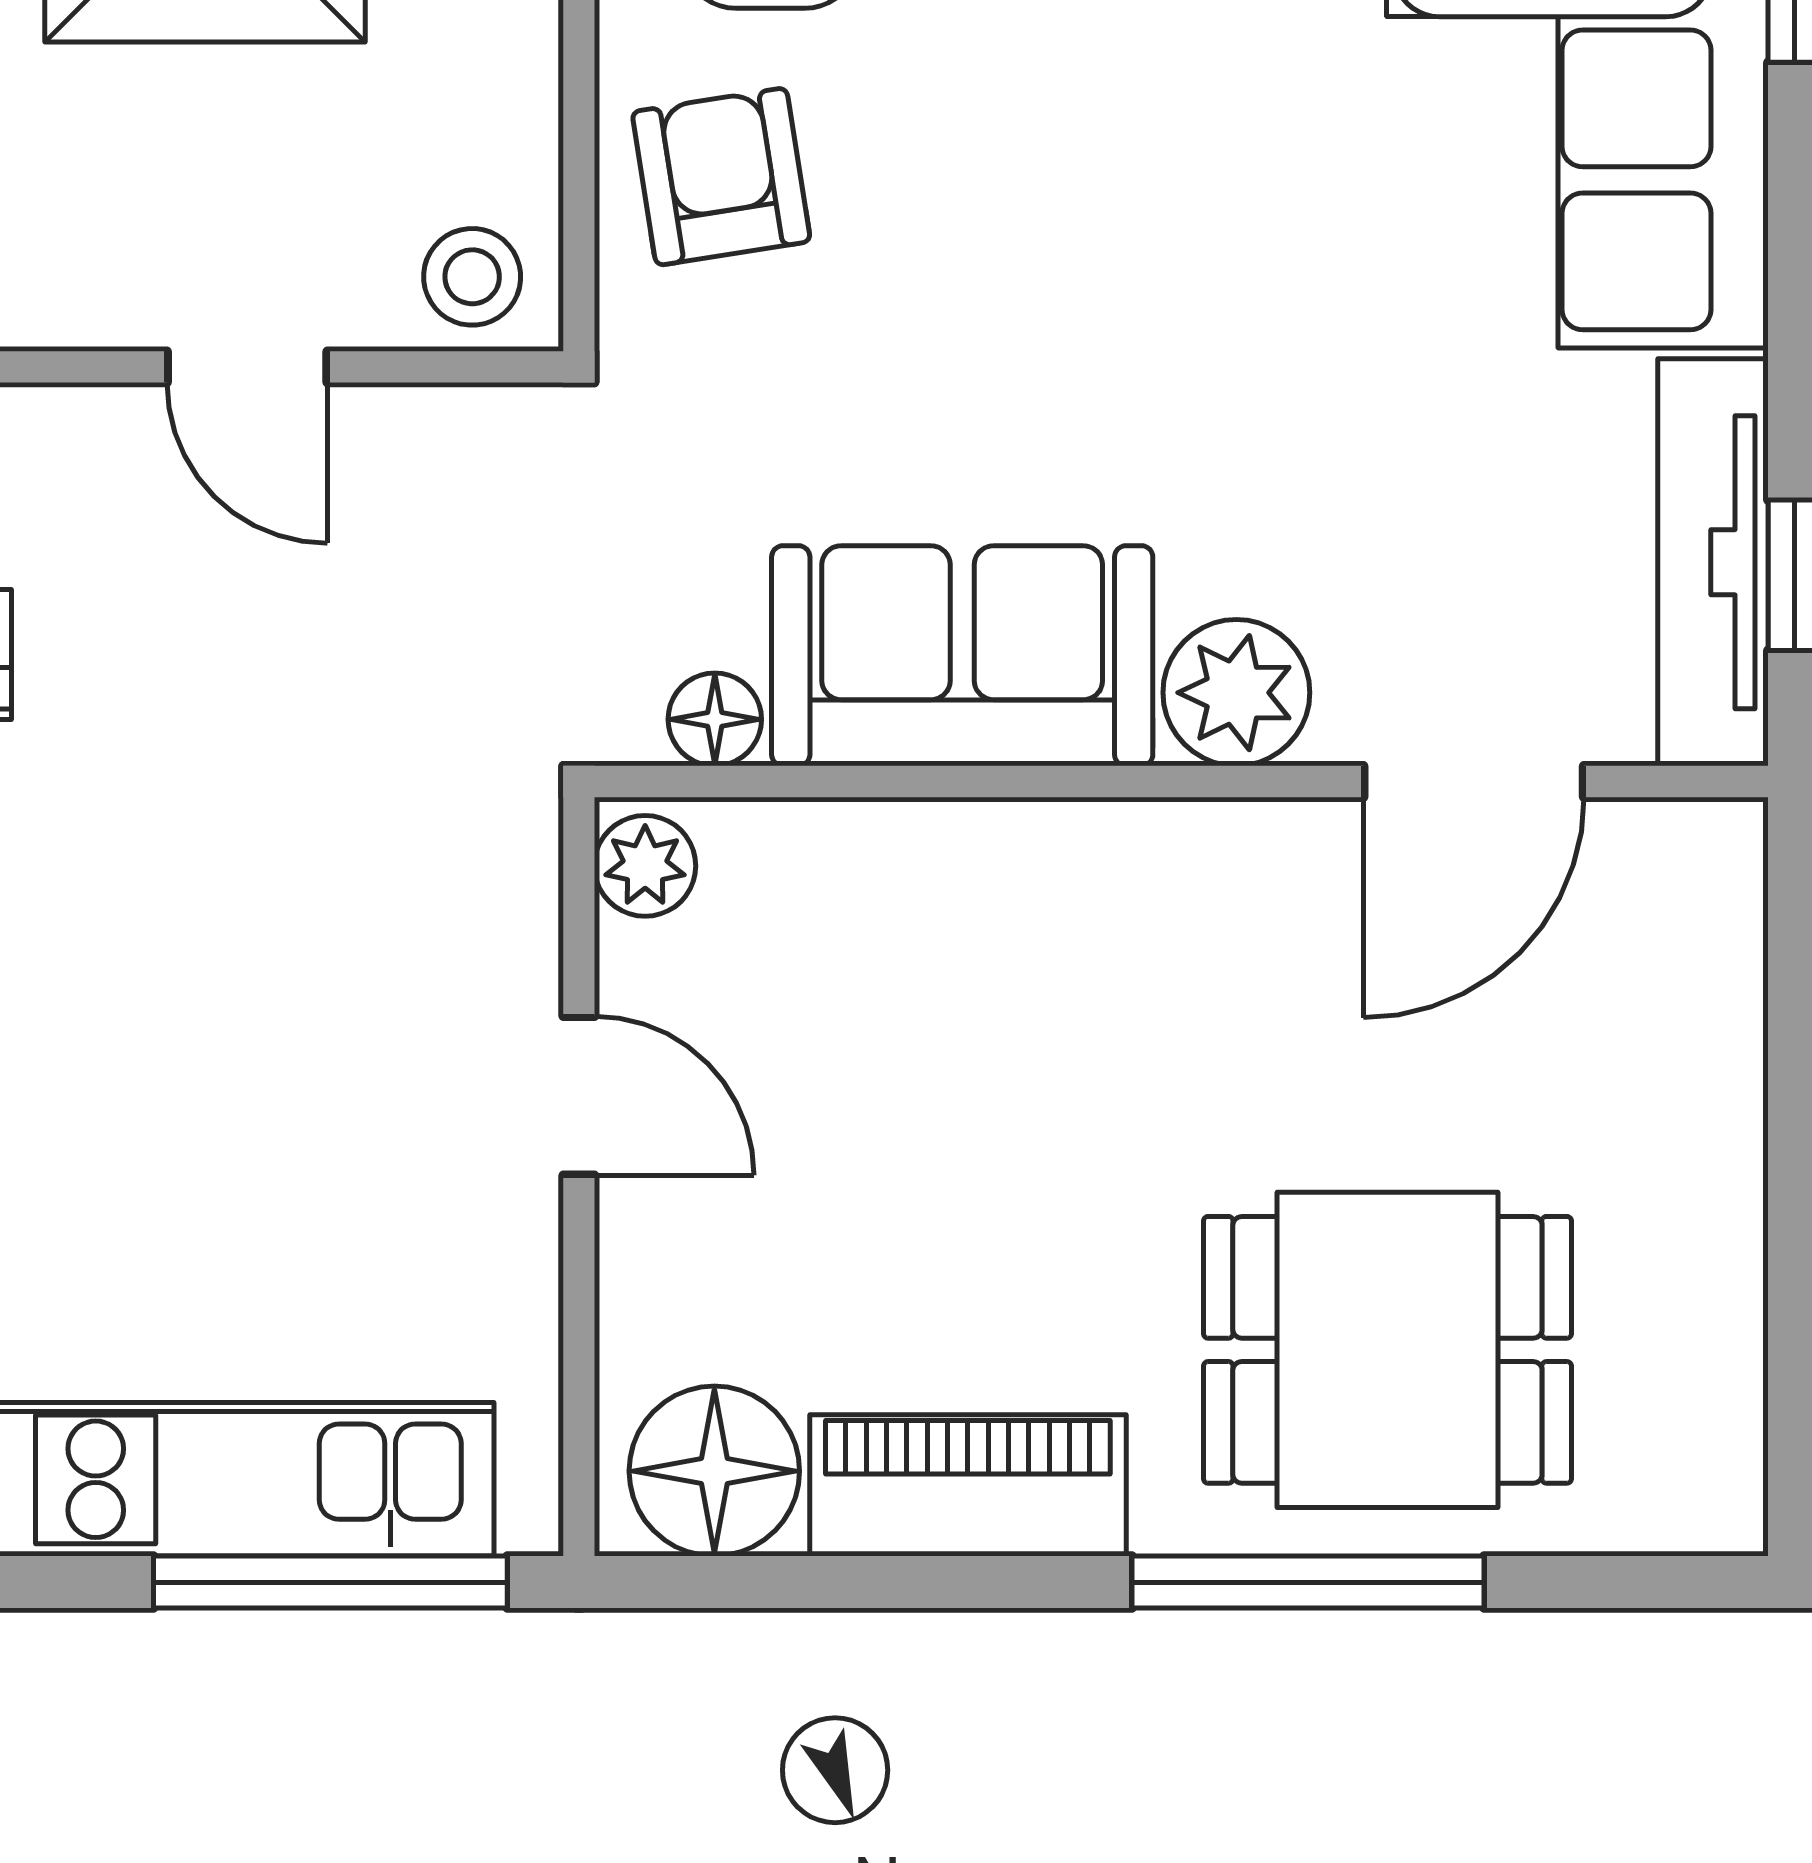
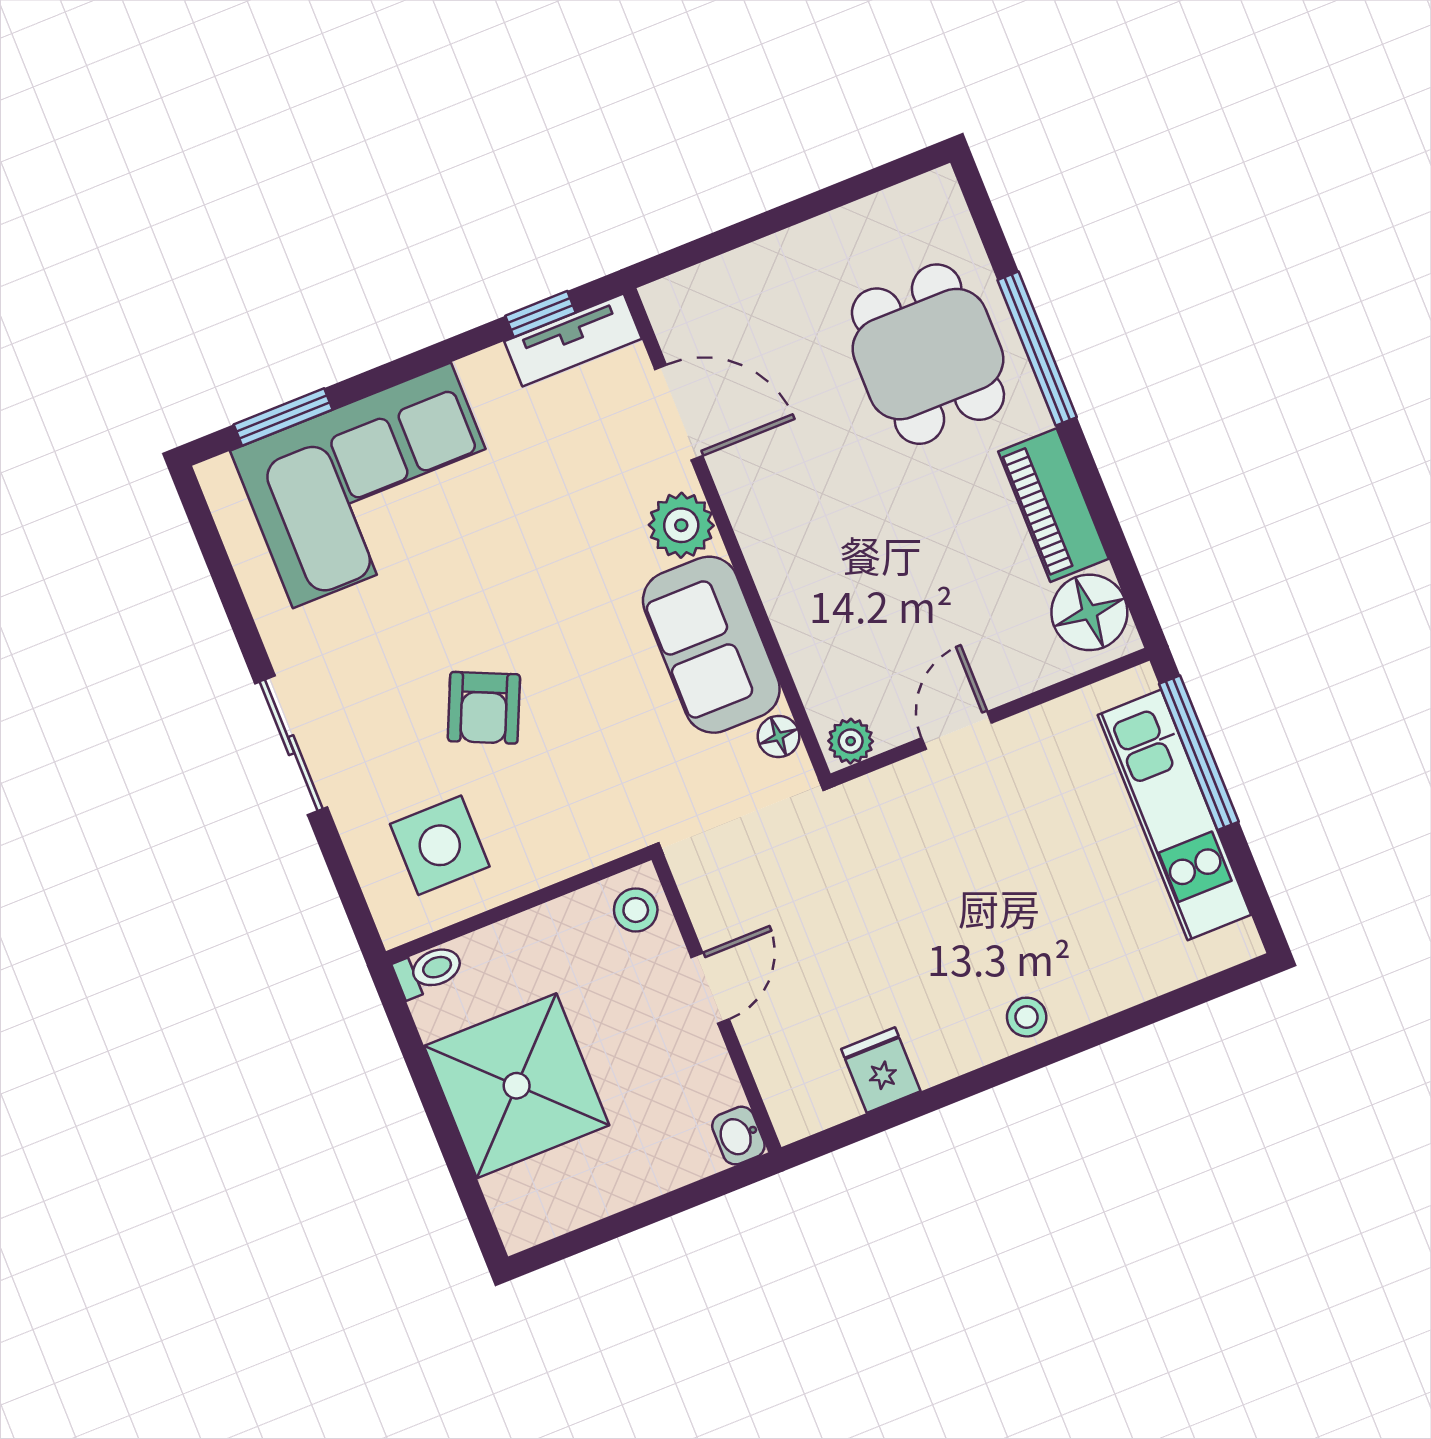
armchair: (721, 177) -> (484, 708), moved, turned -57
tv unit: (1713, 562) -> (573, 340), width x0.71

